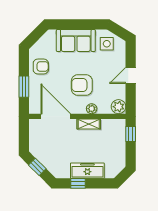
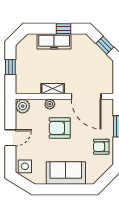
side table: (107, 44) -> (25, 166), moved
armchair: (82, 85) -> (60, 128), turned 180
window: (131, 134) -> (10, 67), moved

